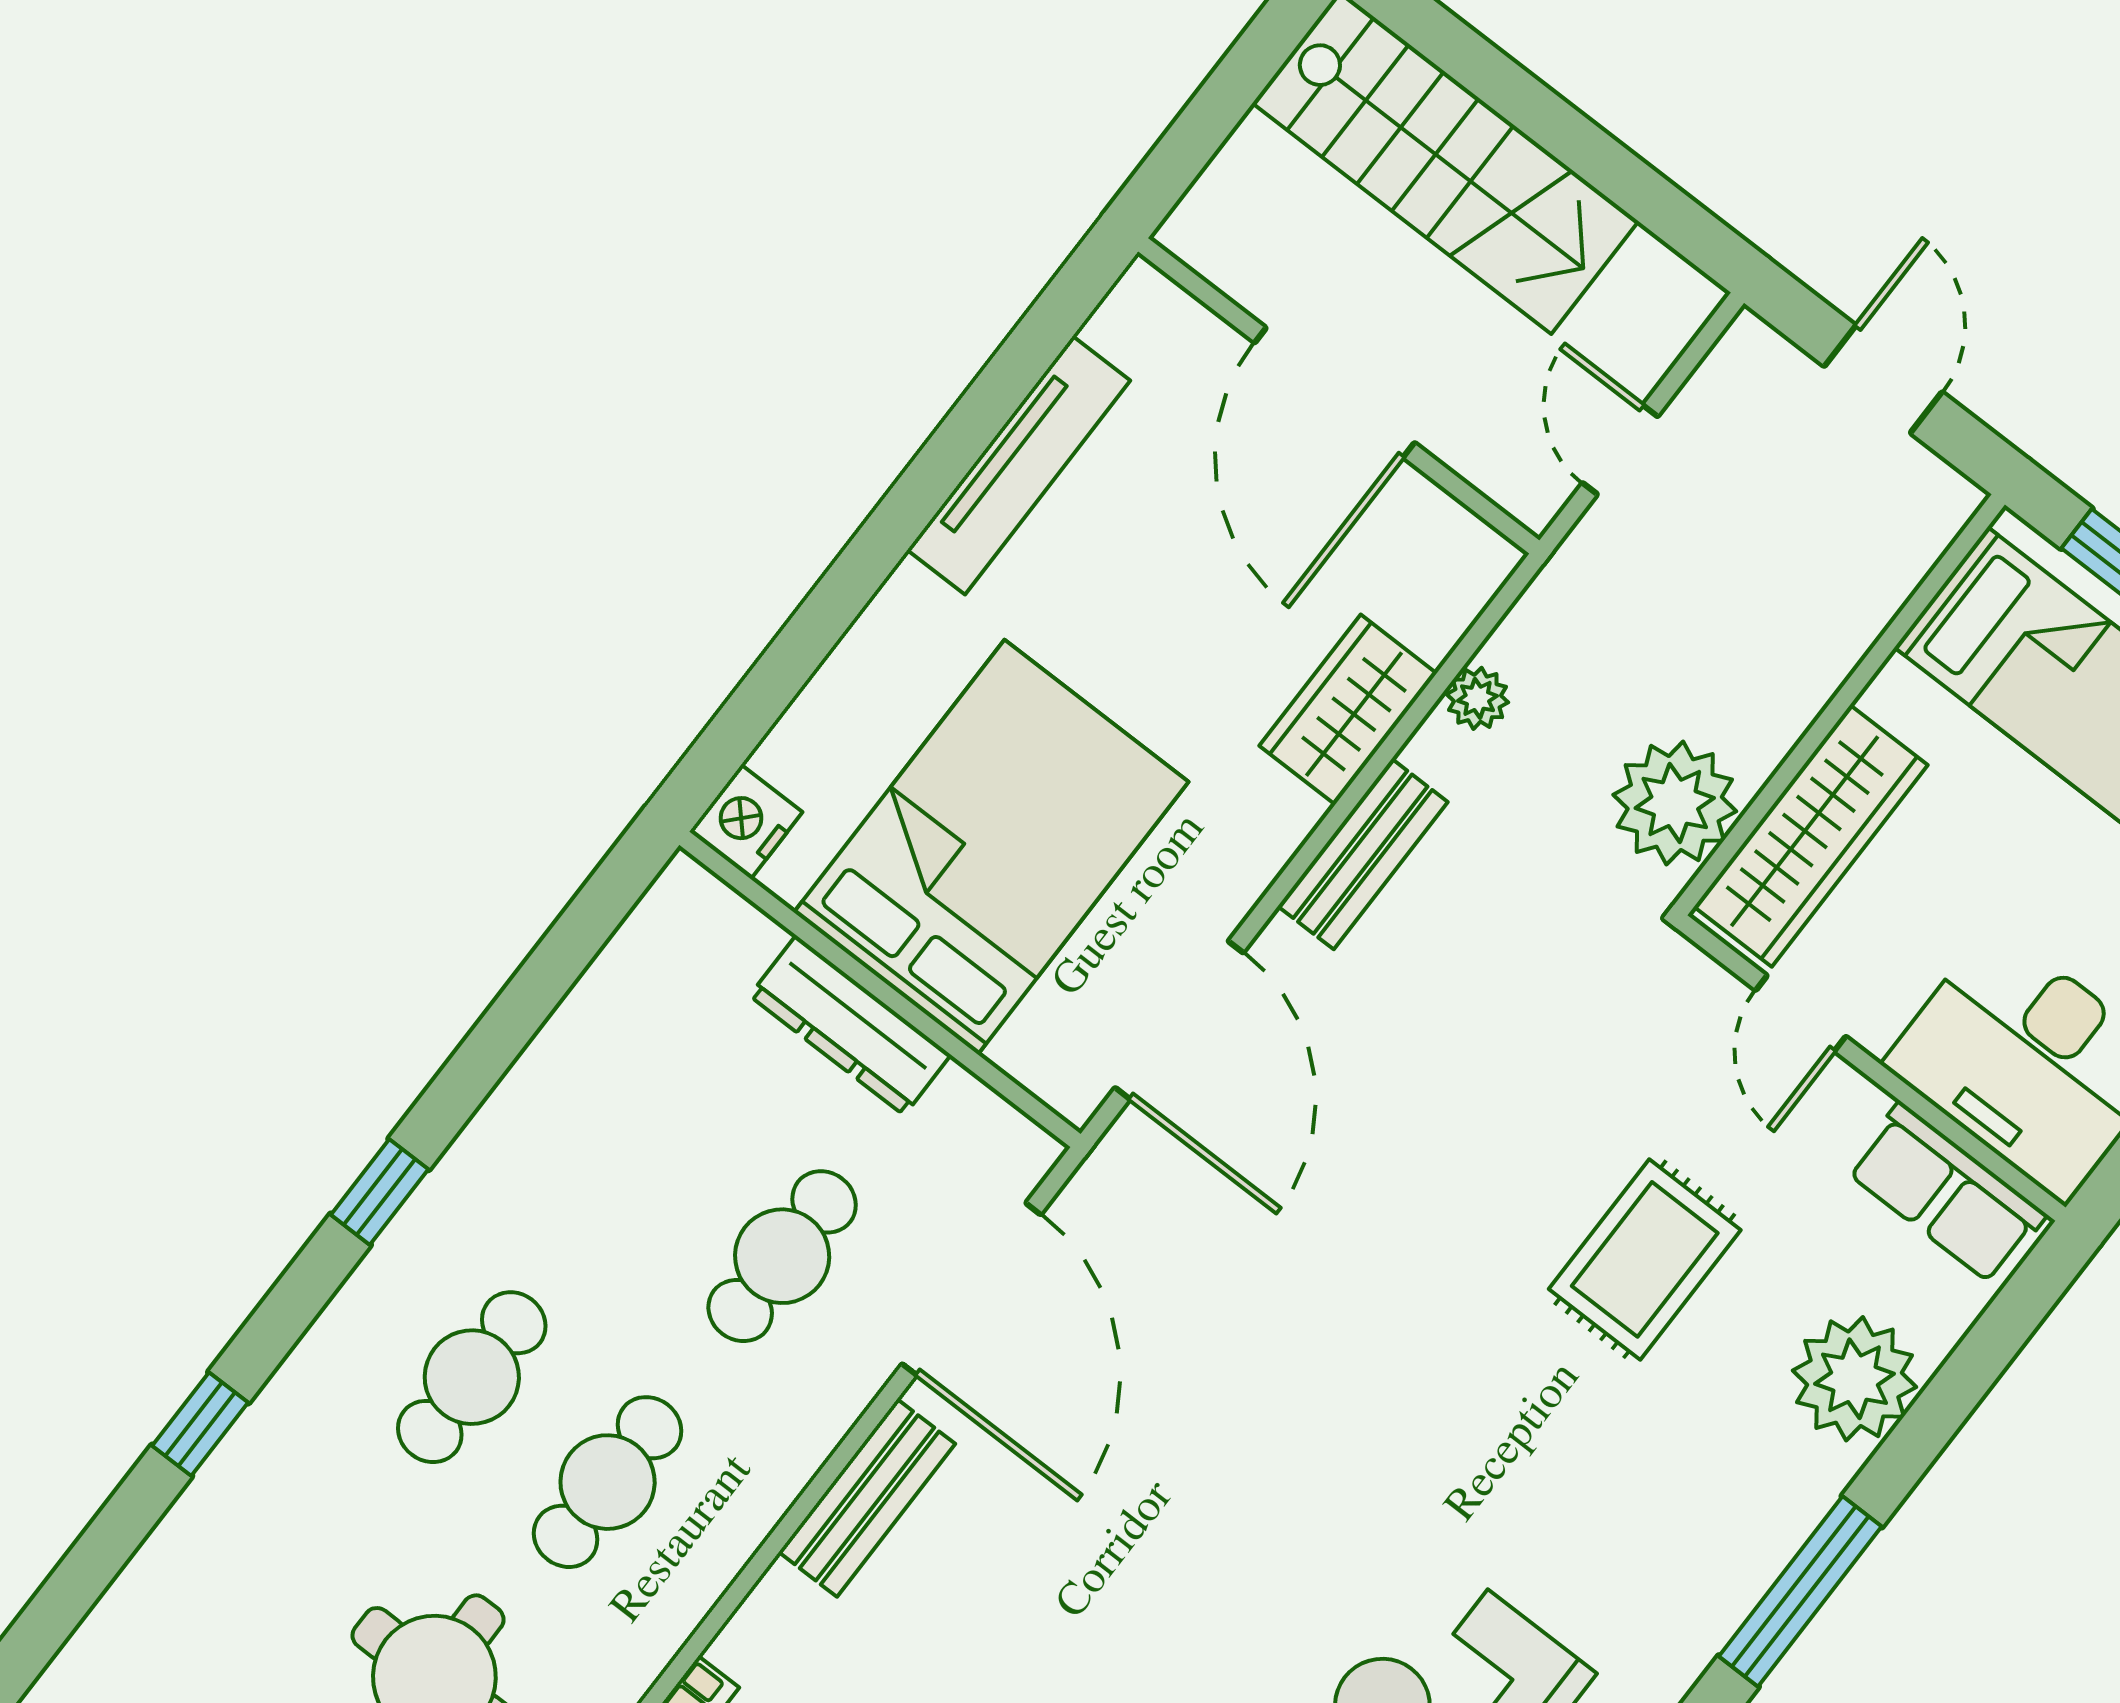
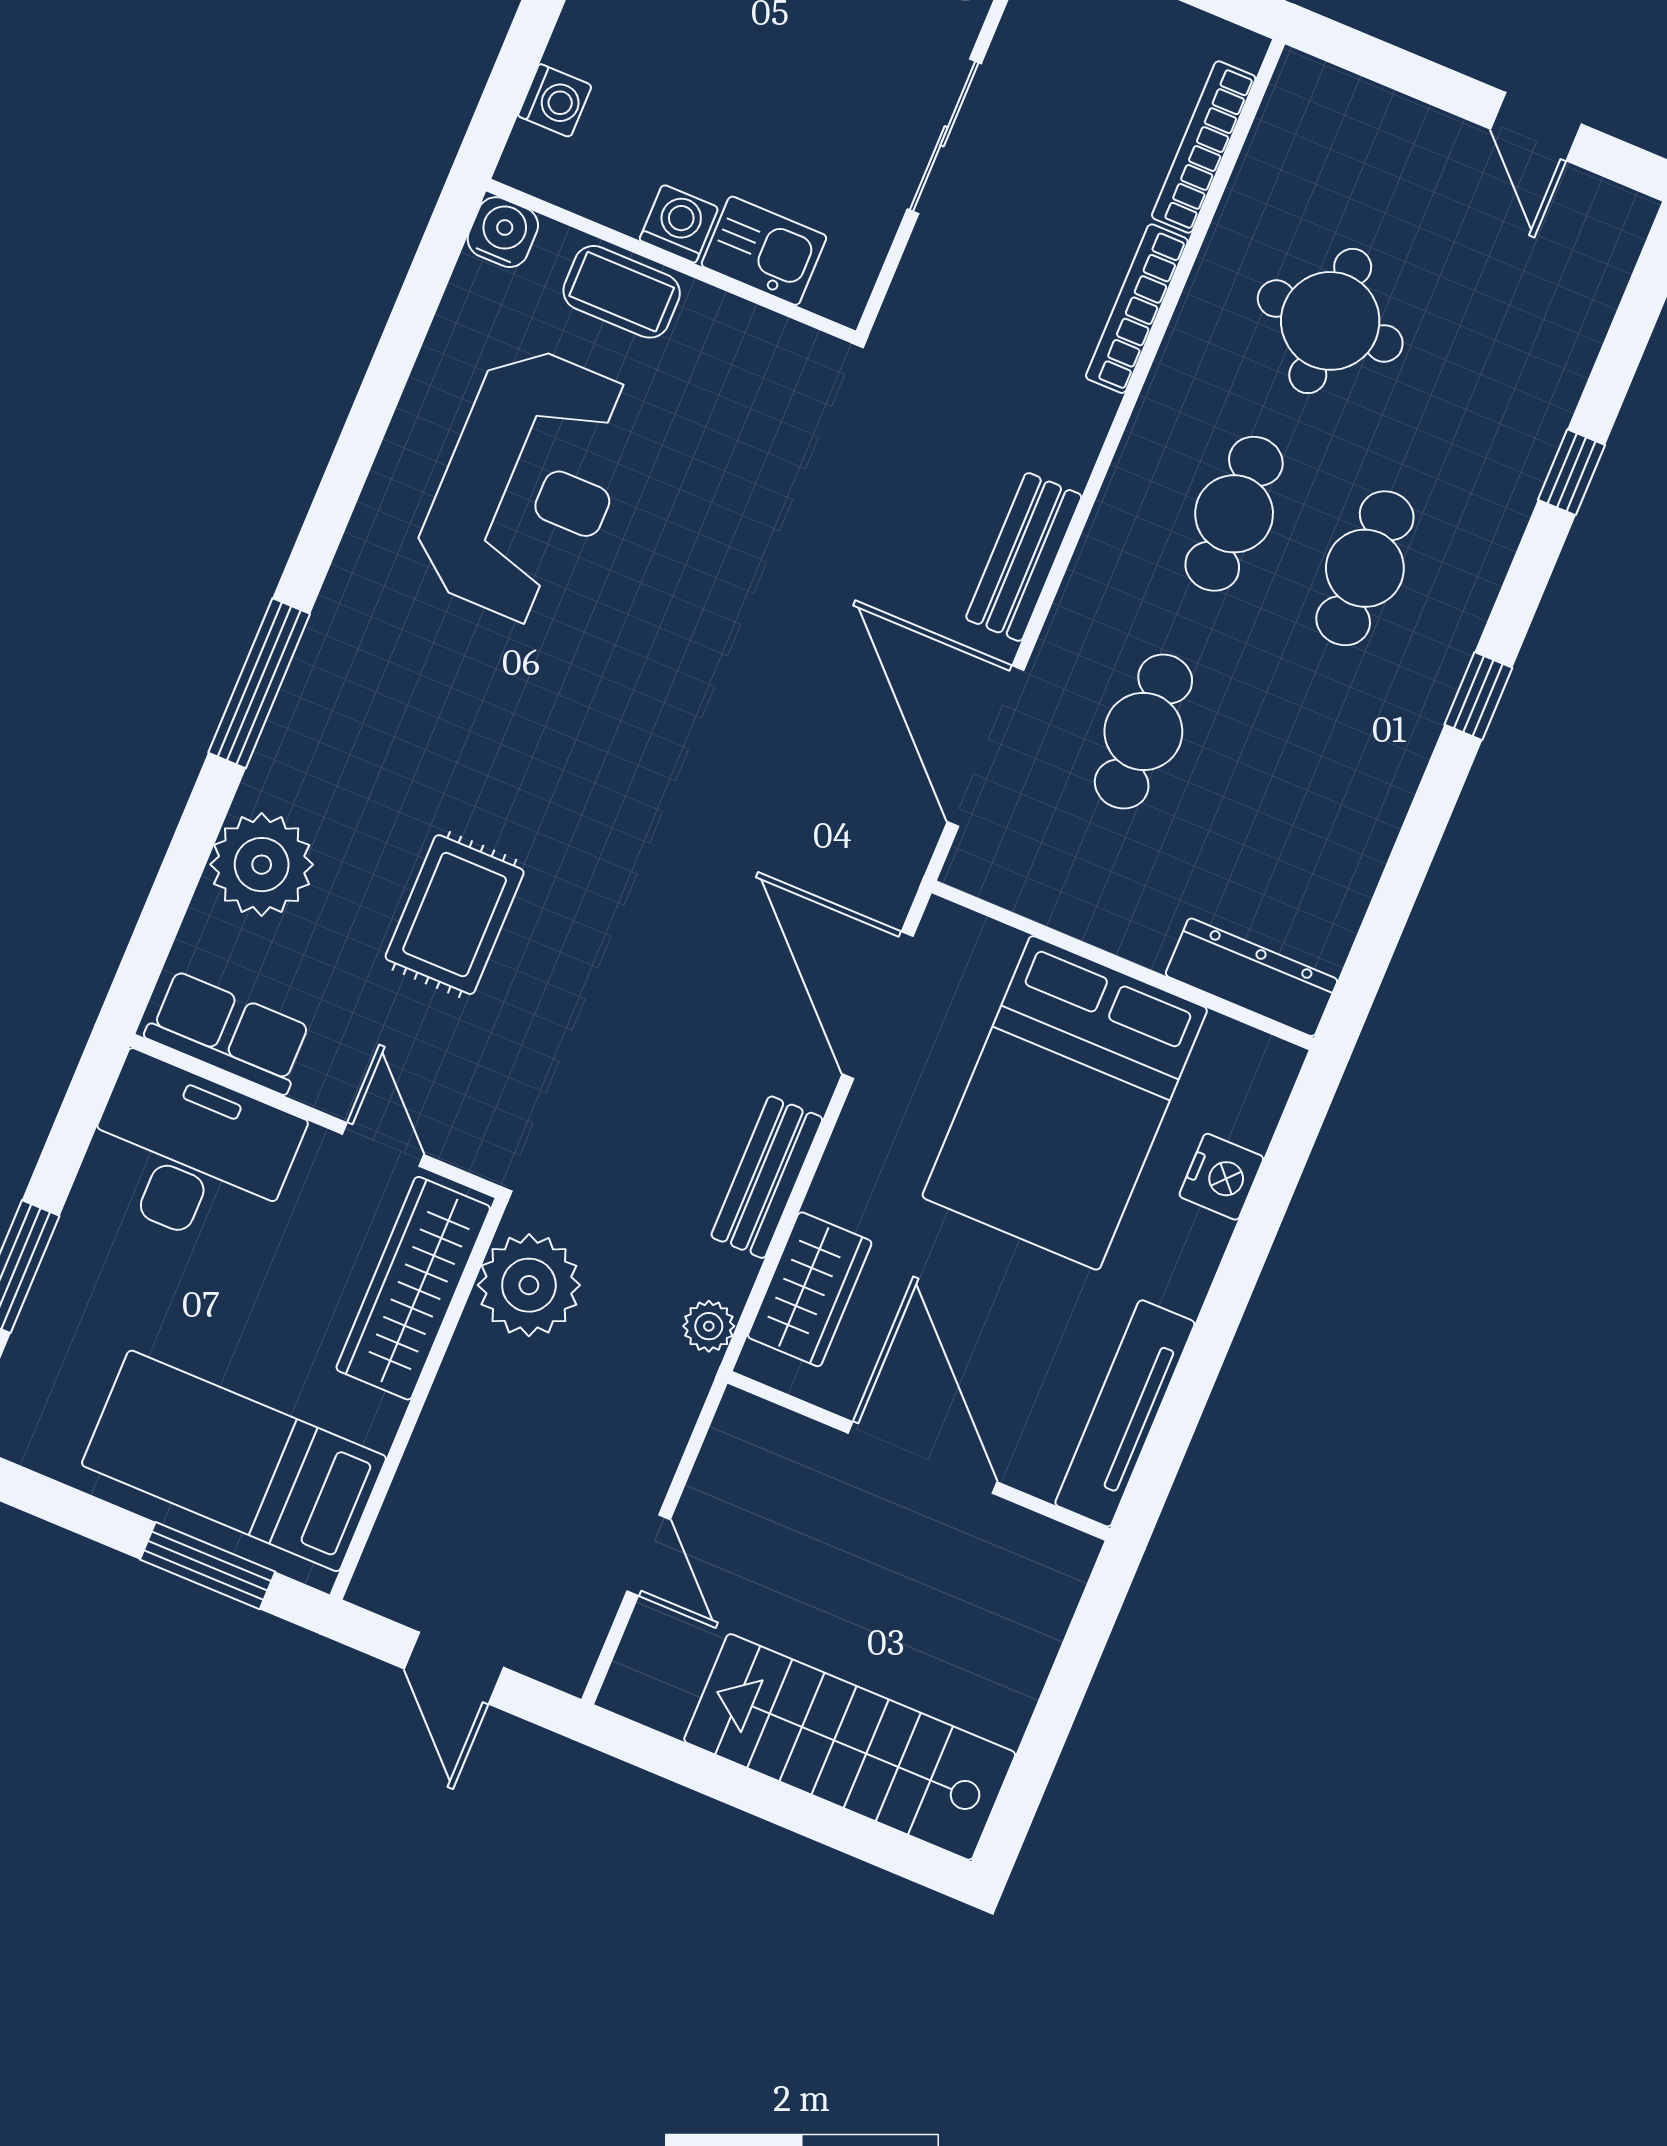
door: (1335, 393) -> (923, 1457), moved
wall: (1339, 396) -> (919, 1456), moved
nightstand: (746, 822) -> (1221, 1177), moved
dresser: (850, 1025) -> (1251, 977), moved

